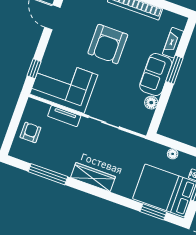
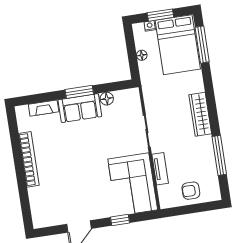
armchair: (108, 44) -> (76, 165), removed
window: (34, 69) -> (120, 220), moved
window: (174, 70) -> (79, 92), moved
window: (153, 212) -> (202, 45), width x1.44

